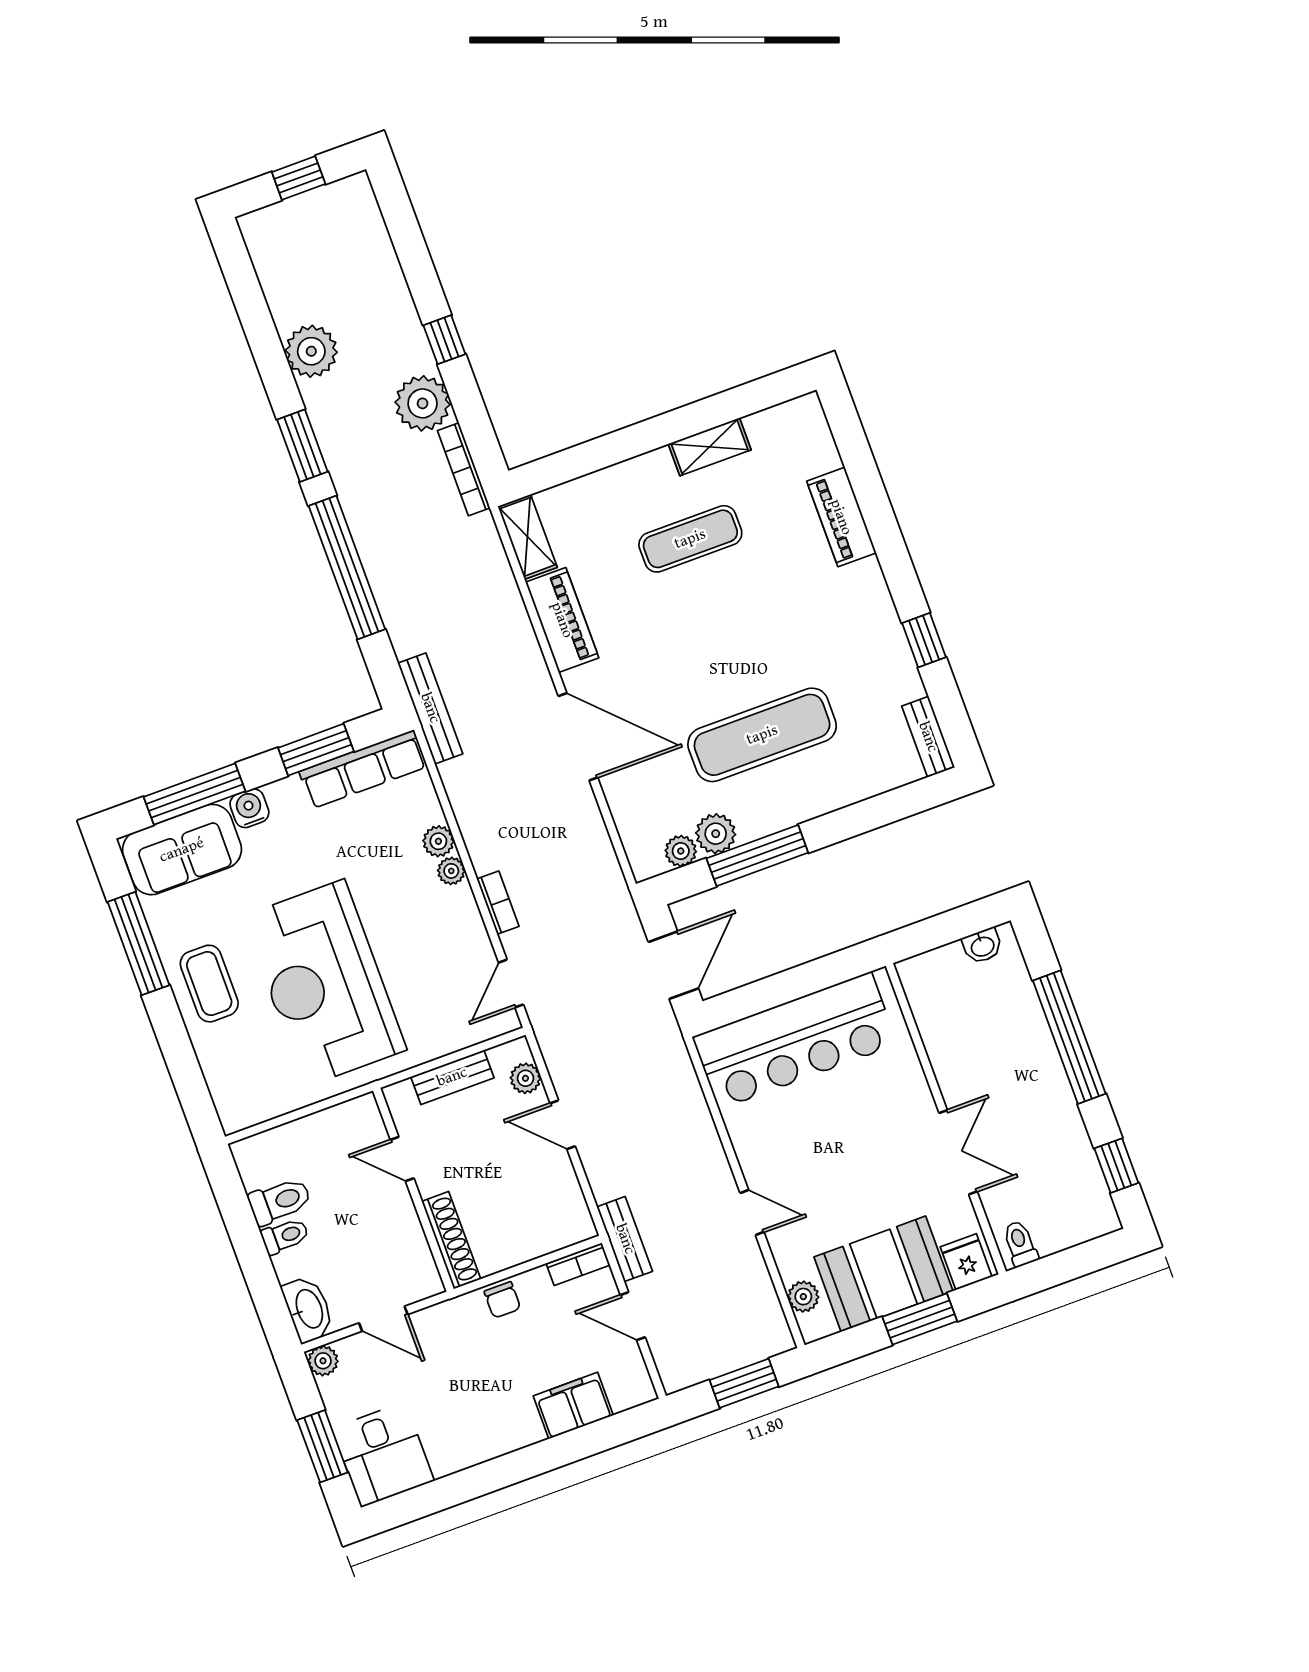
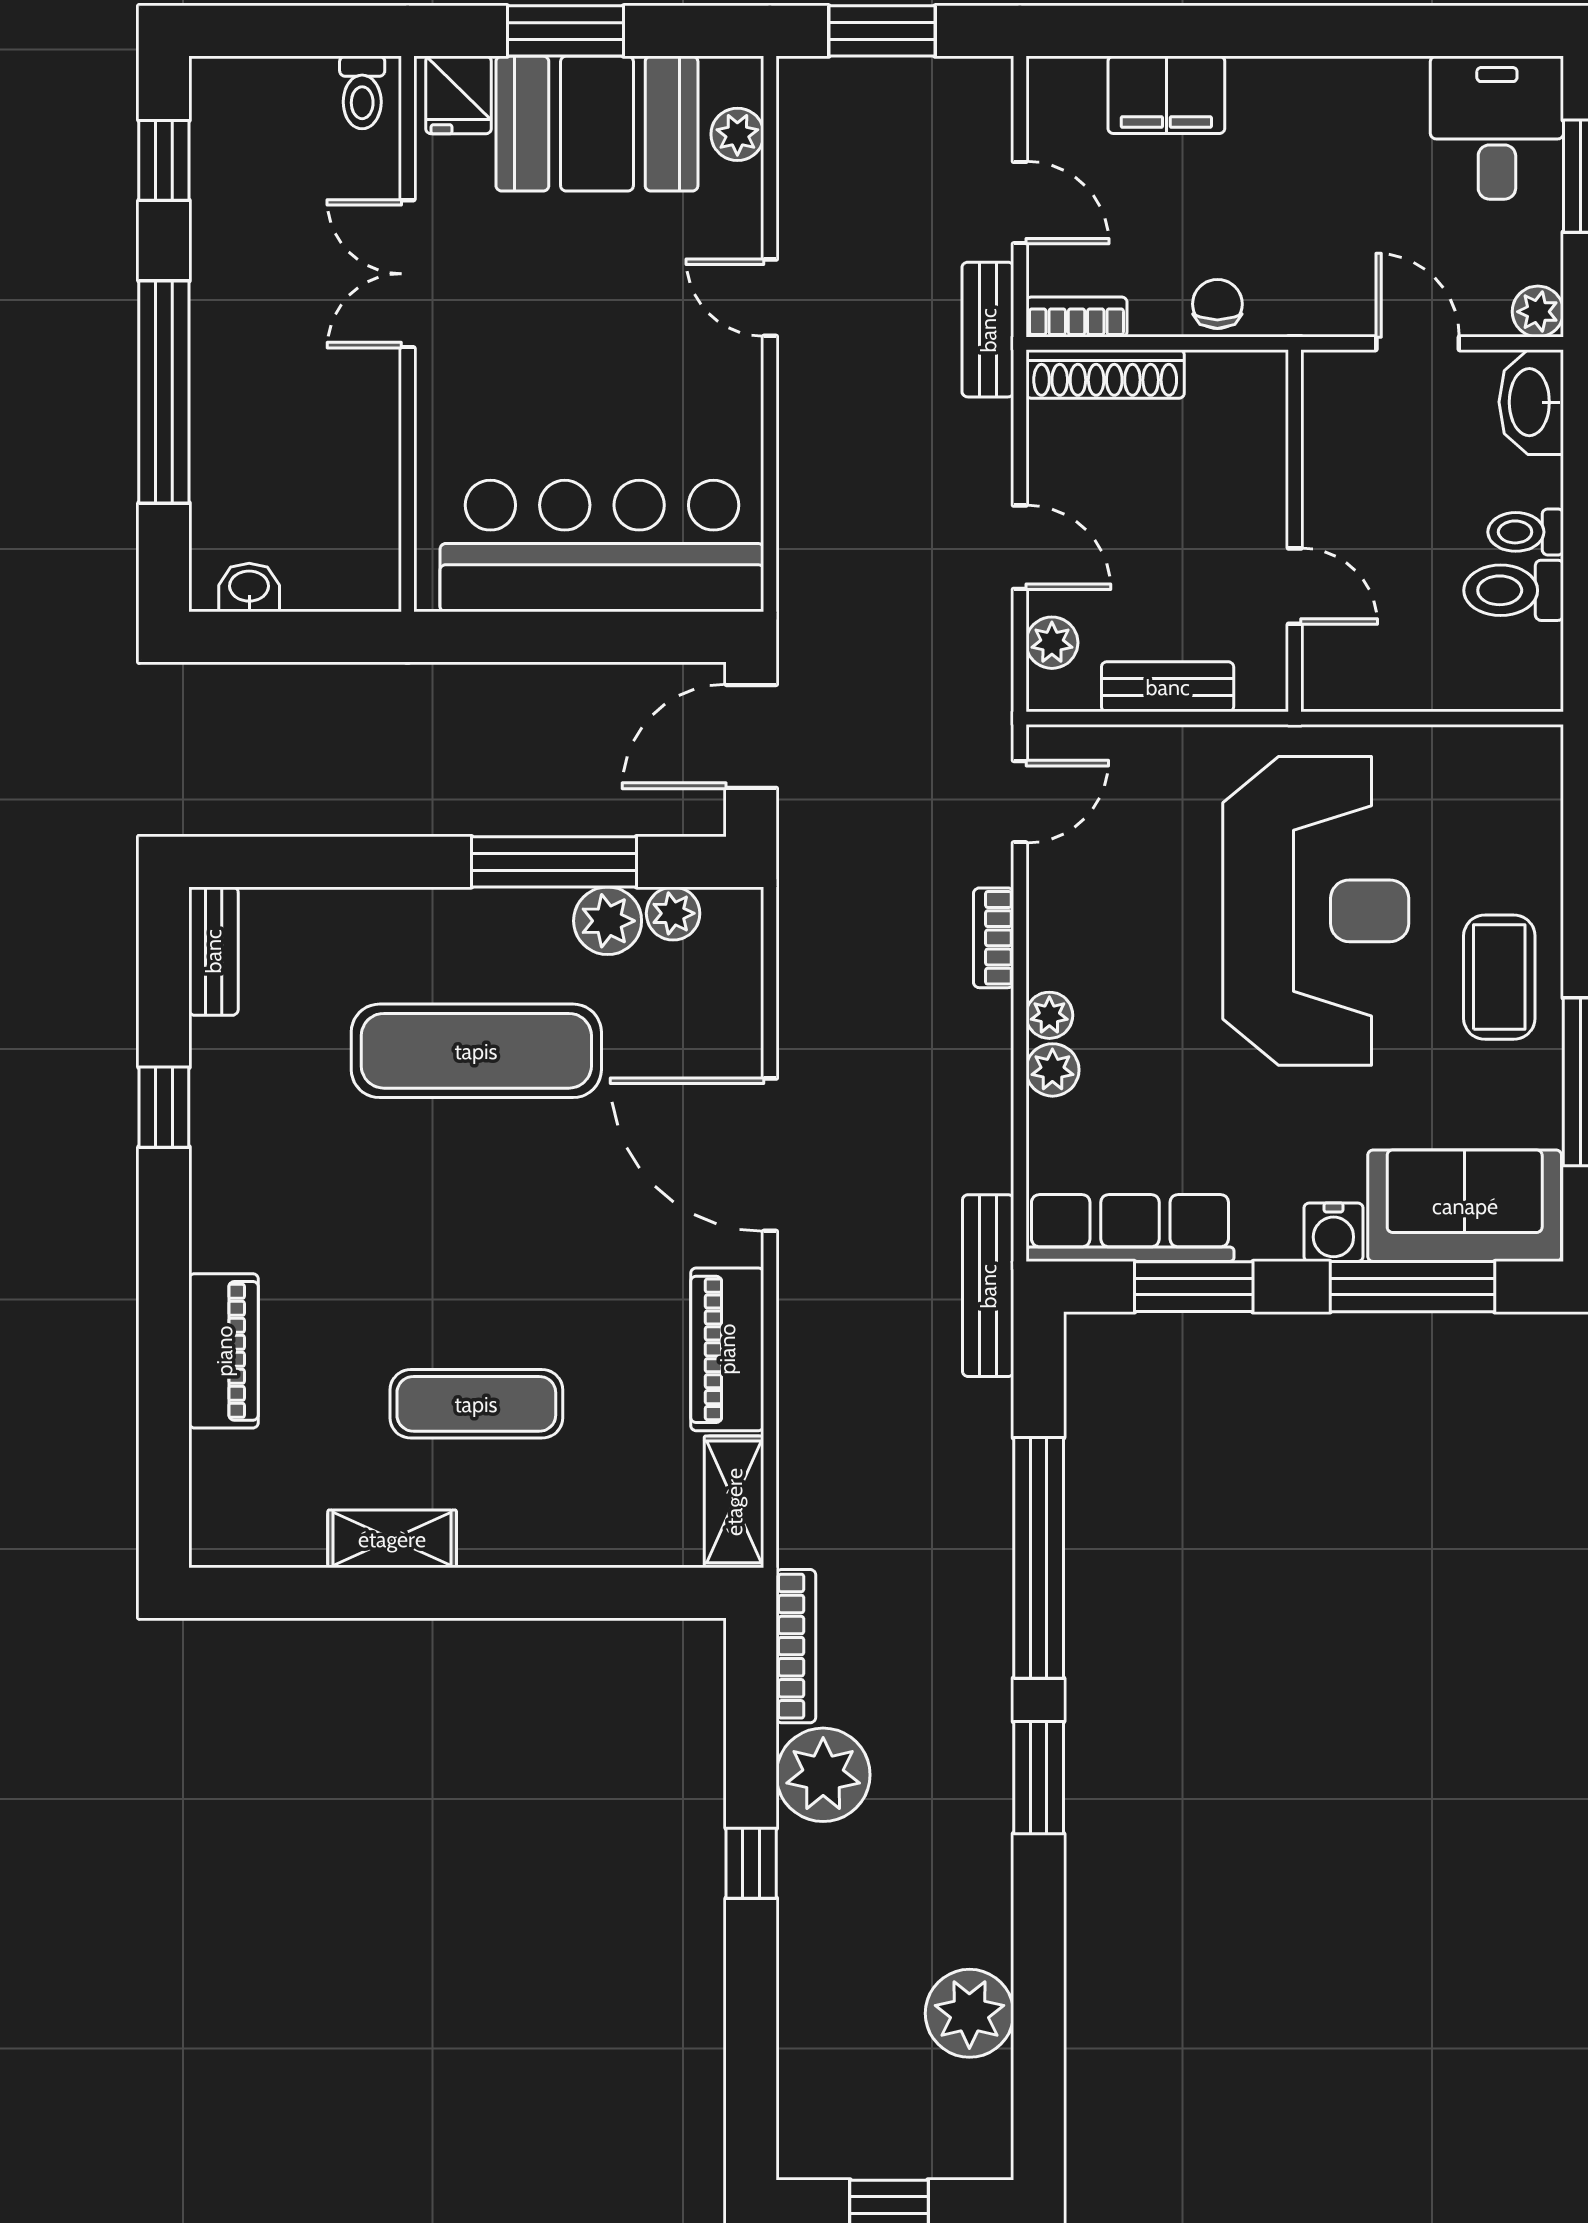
plant: (311, 351) -> (969, 2013), moved
shoe rack: (451, 1240) -> (1105, 374), moved, turned -90

